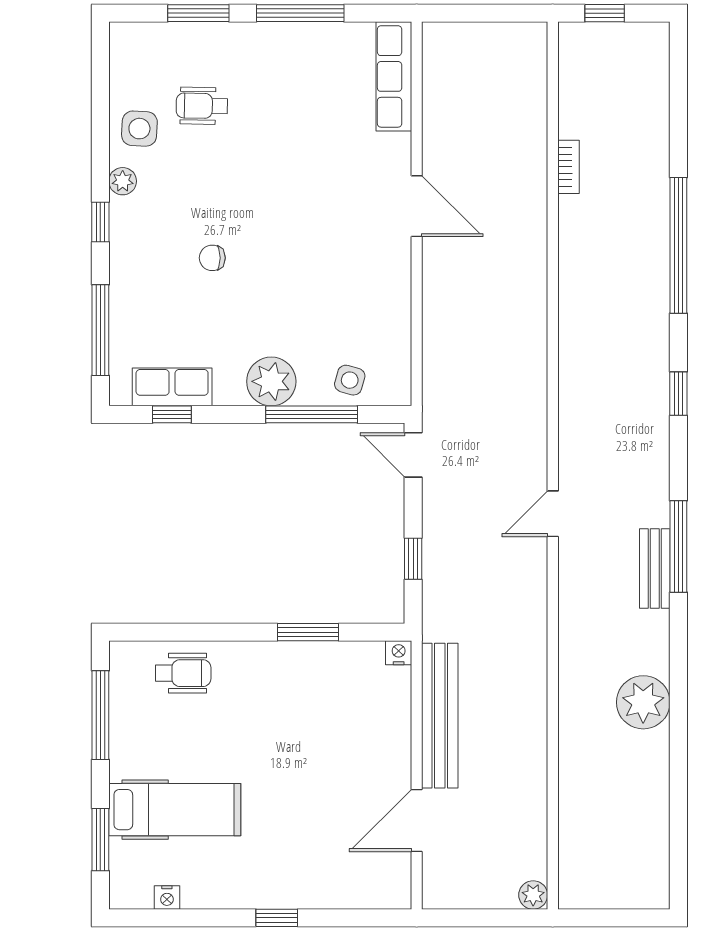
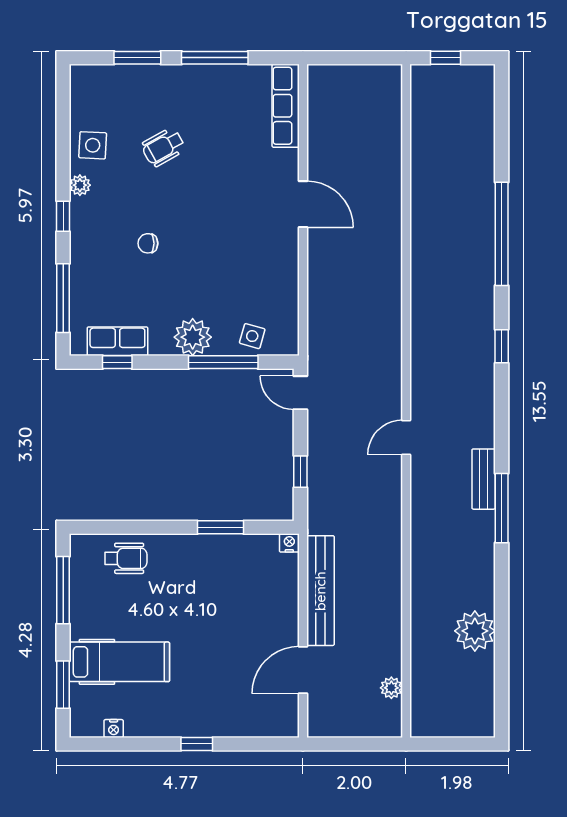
wheelchair: (202, 106) -> (163, 147), moved, turned -30
bookcase: (568, 167) -> (418, 174), removed
window: (678, 547) -> (502, 508), moved
plant: (643, 702) -> (475, 631), moved
plant: (533, 895) -> (391, 688), moved

